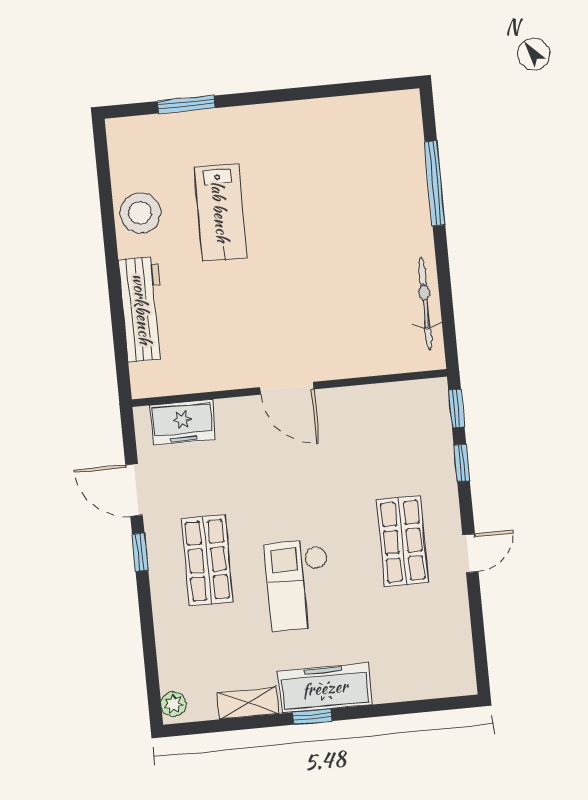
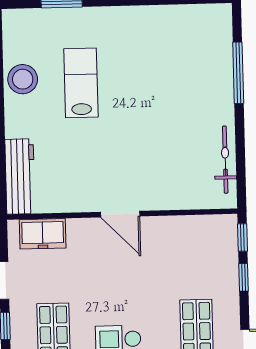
lab bench: (220, 212) -> (81, 83), turned 180
workbench: (142, 309) -> (20, 176), moved

